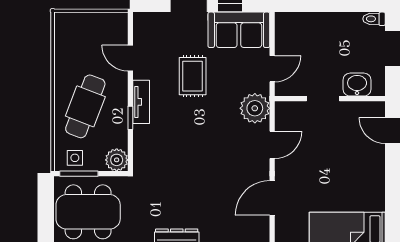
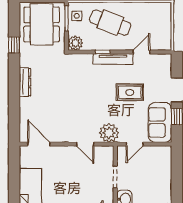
door: (272, 69) -> (135, 144), hinge flipped
tv unit: (141, 102) -> (113, 59), width x1.41
door: (272, 198) -> (39, 144), moved

